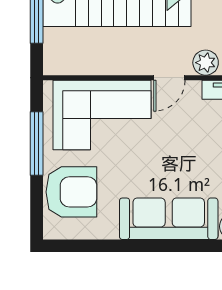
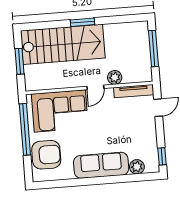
window: (37, 143) -> (25, 129), width x1.46

